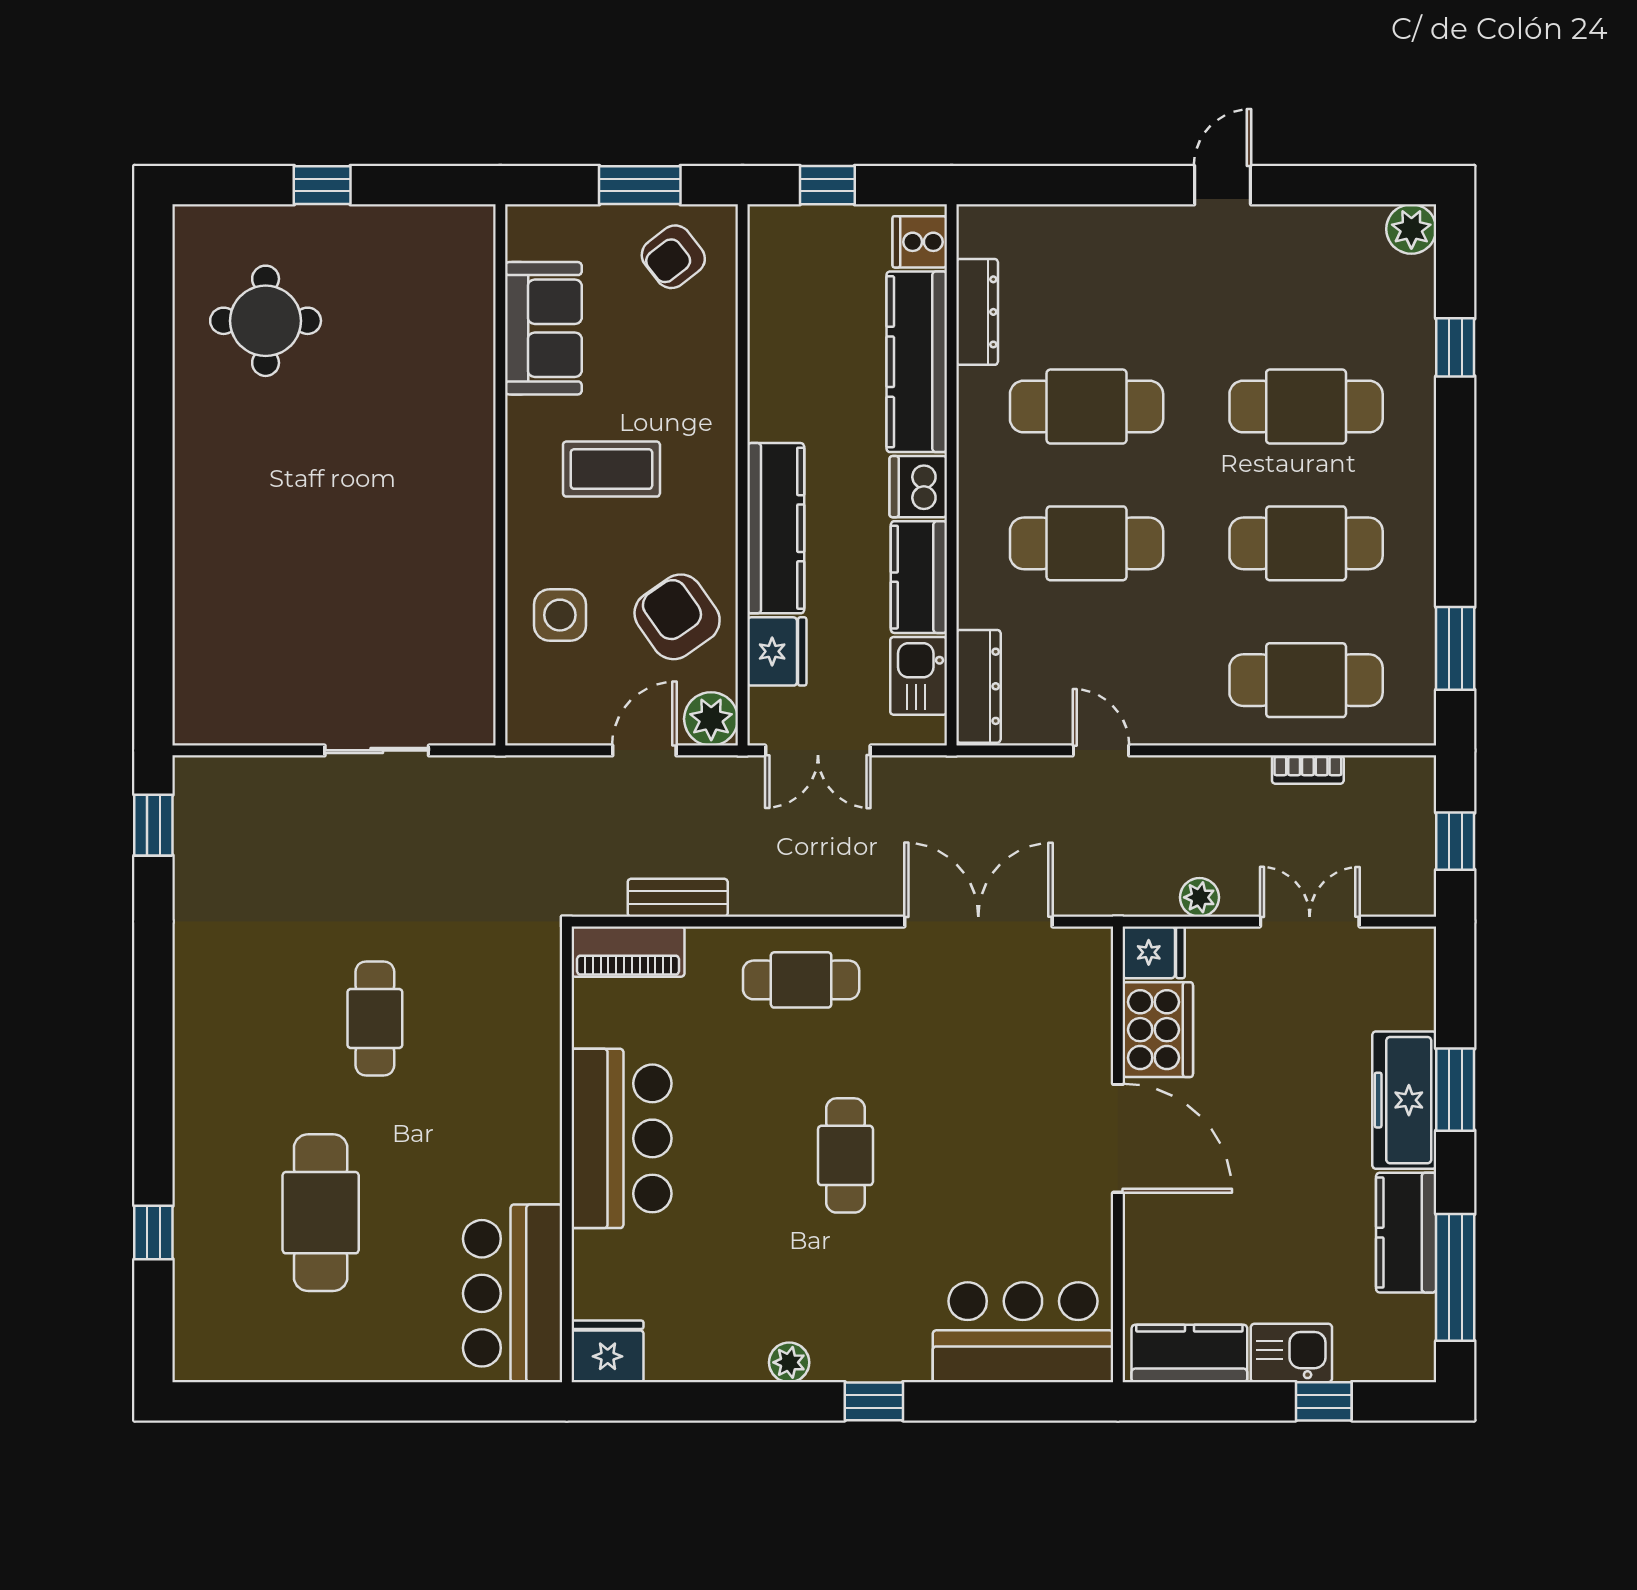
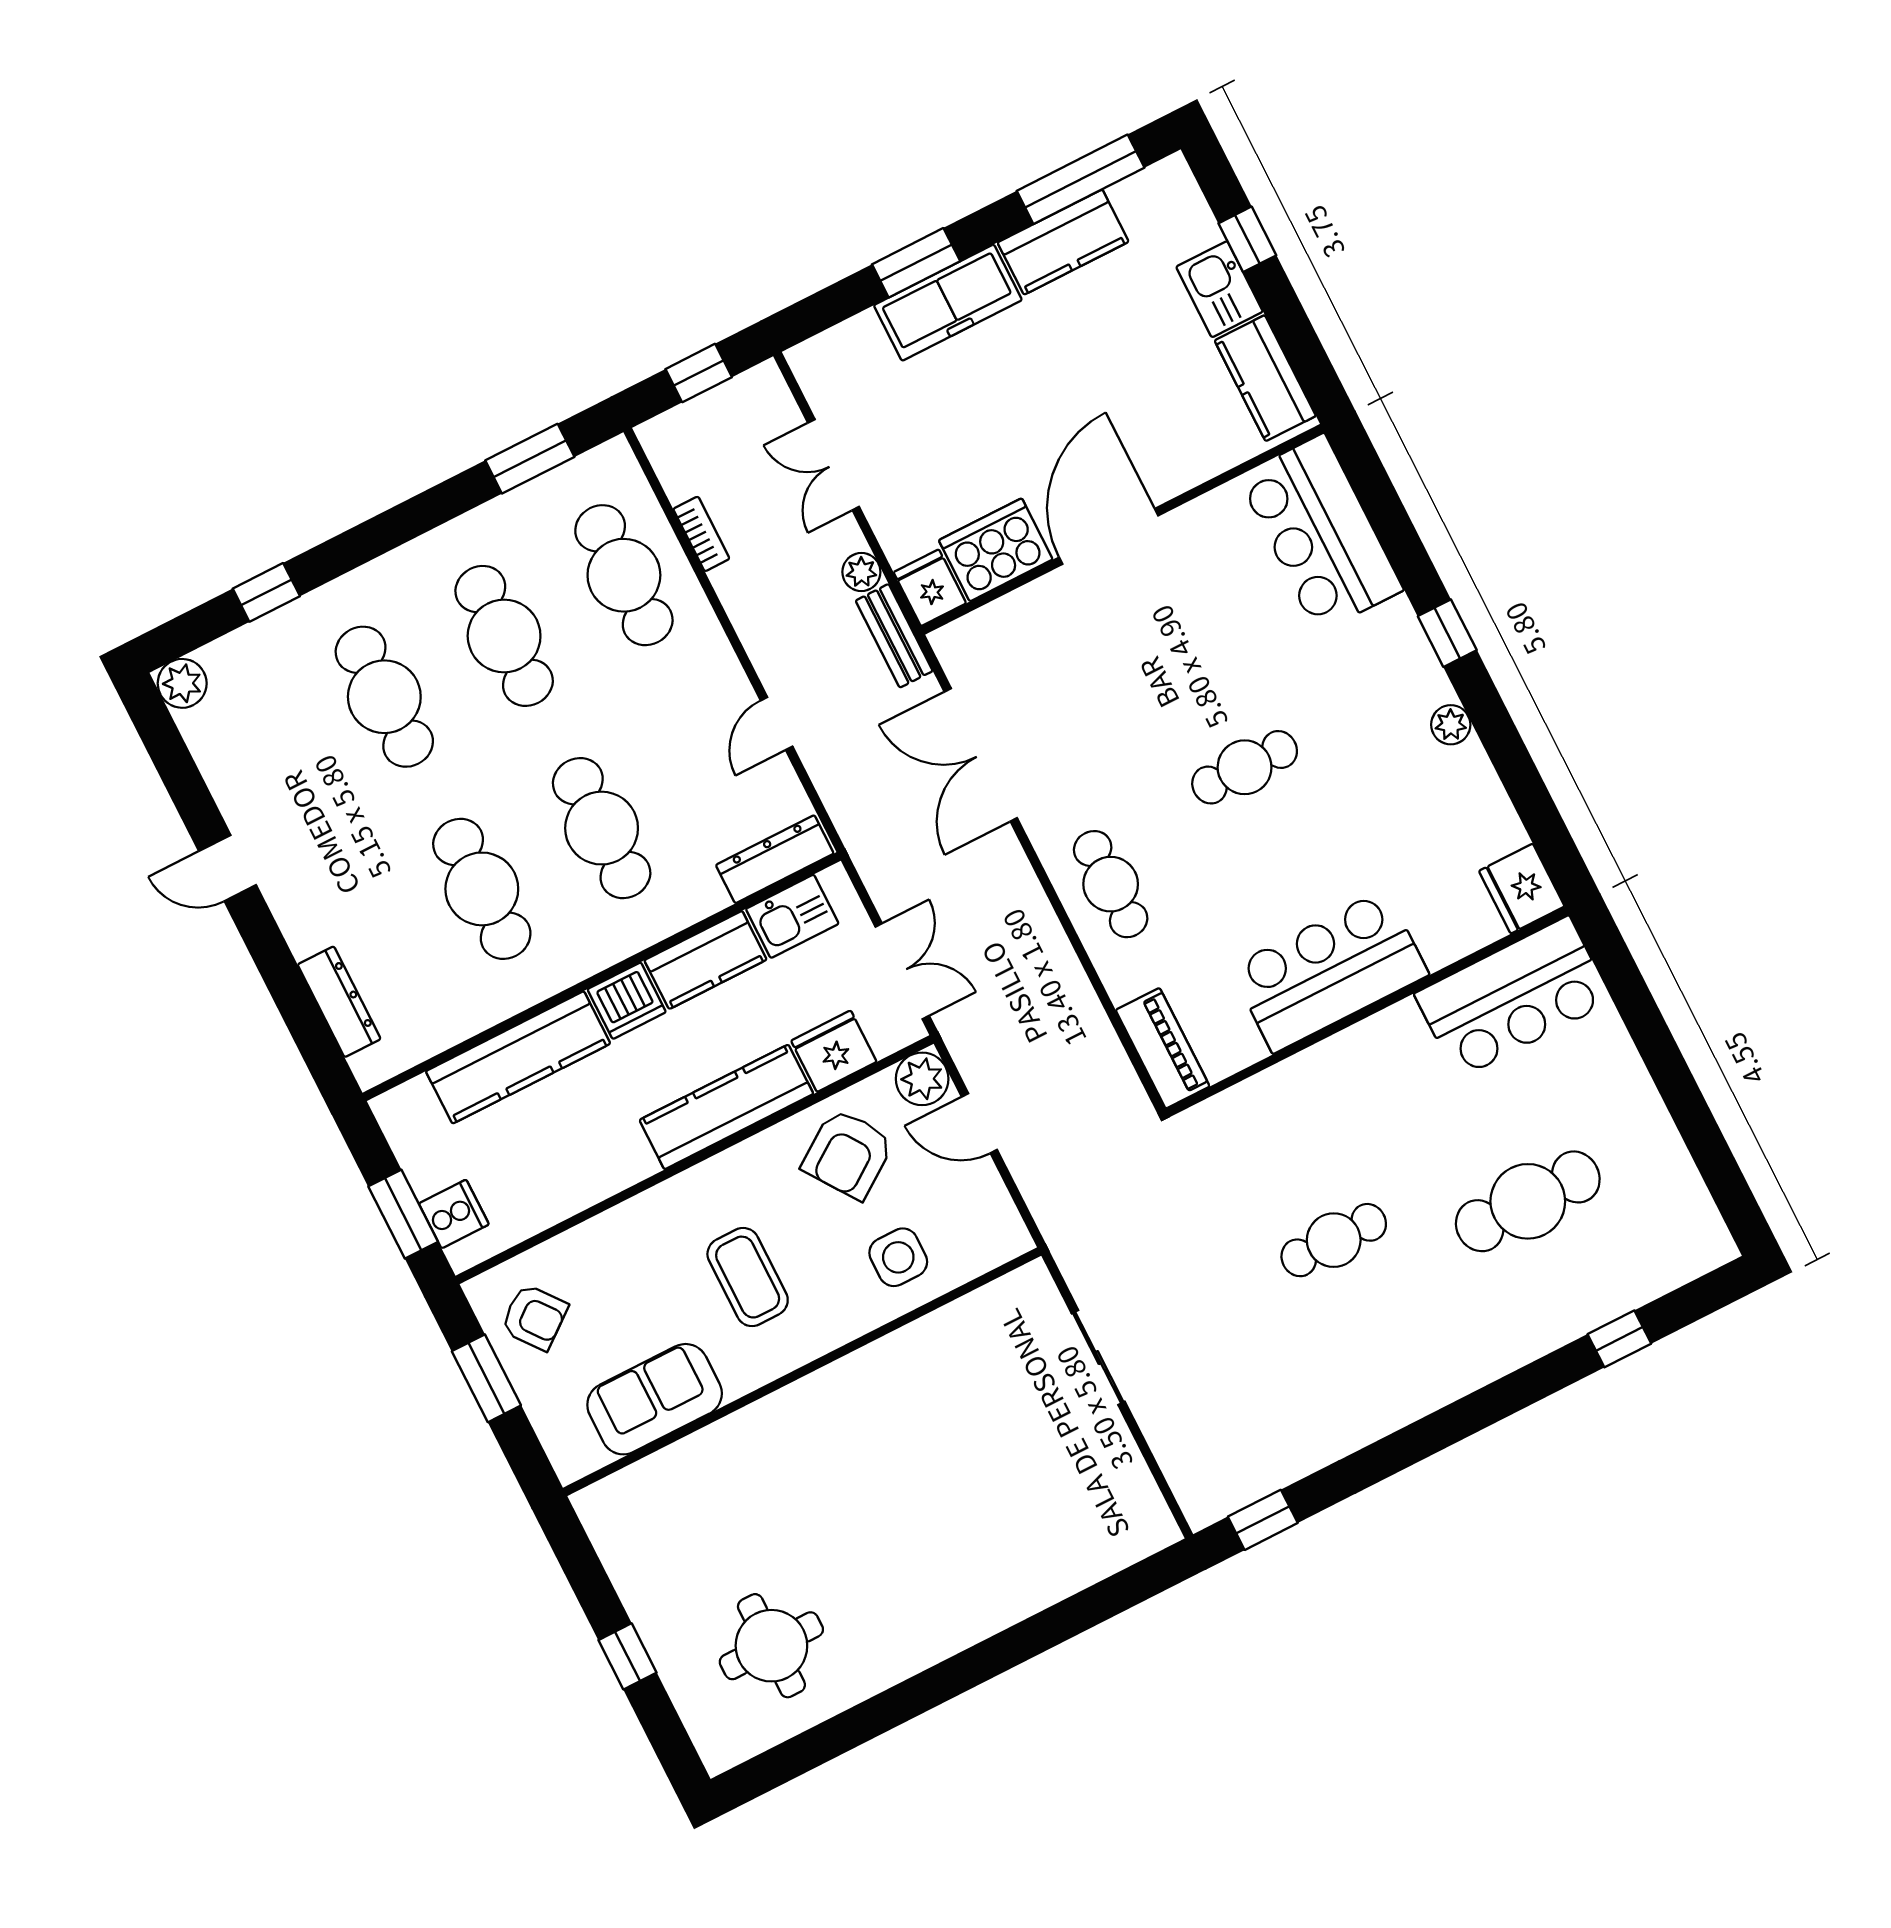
window: (827, 185) -> (403, 1214), width x1.50
cooker: (920, 242) -> (454, 1214), moved, turned -90
dresser: (977, 312) -> (339, 1002), moved, turned 90
bench: (678, 898) -> (894, 636), moved

